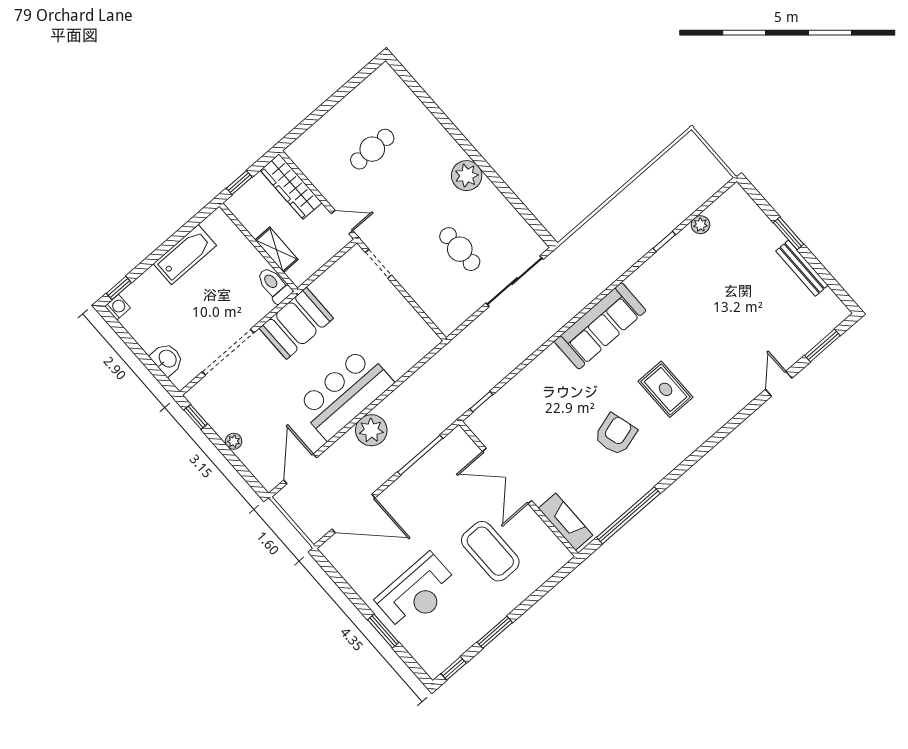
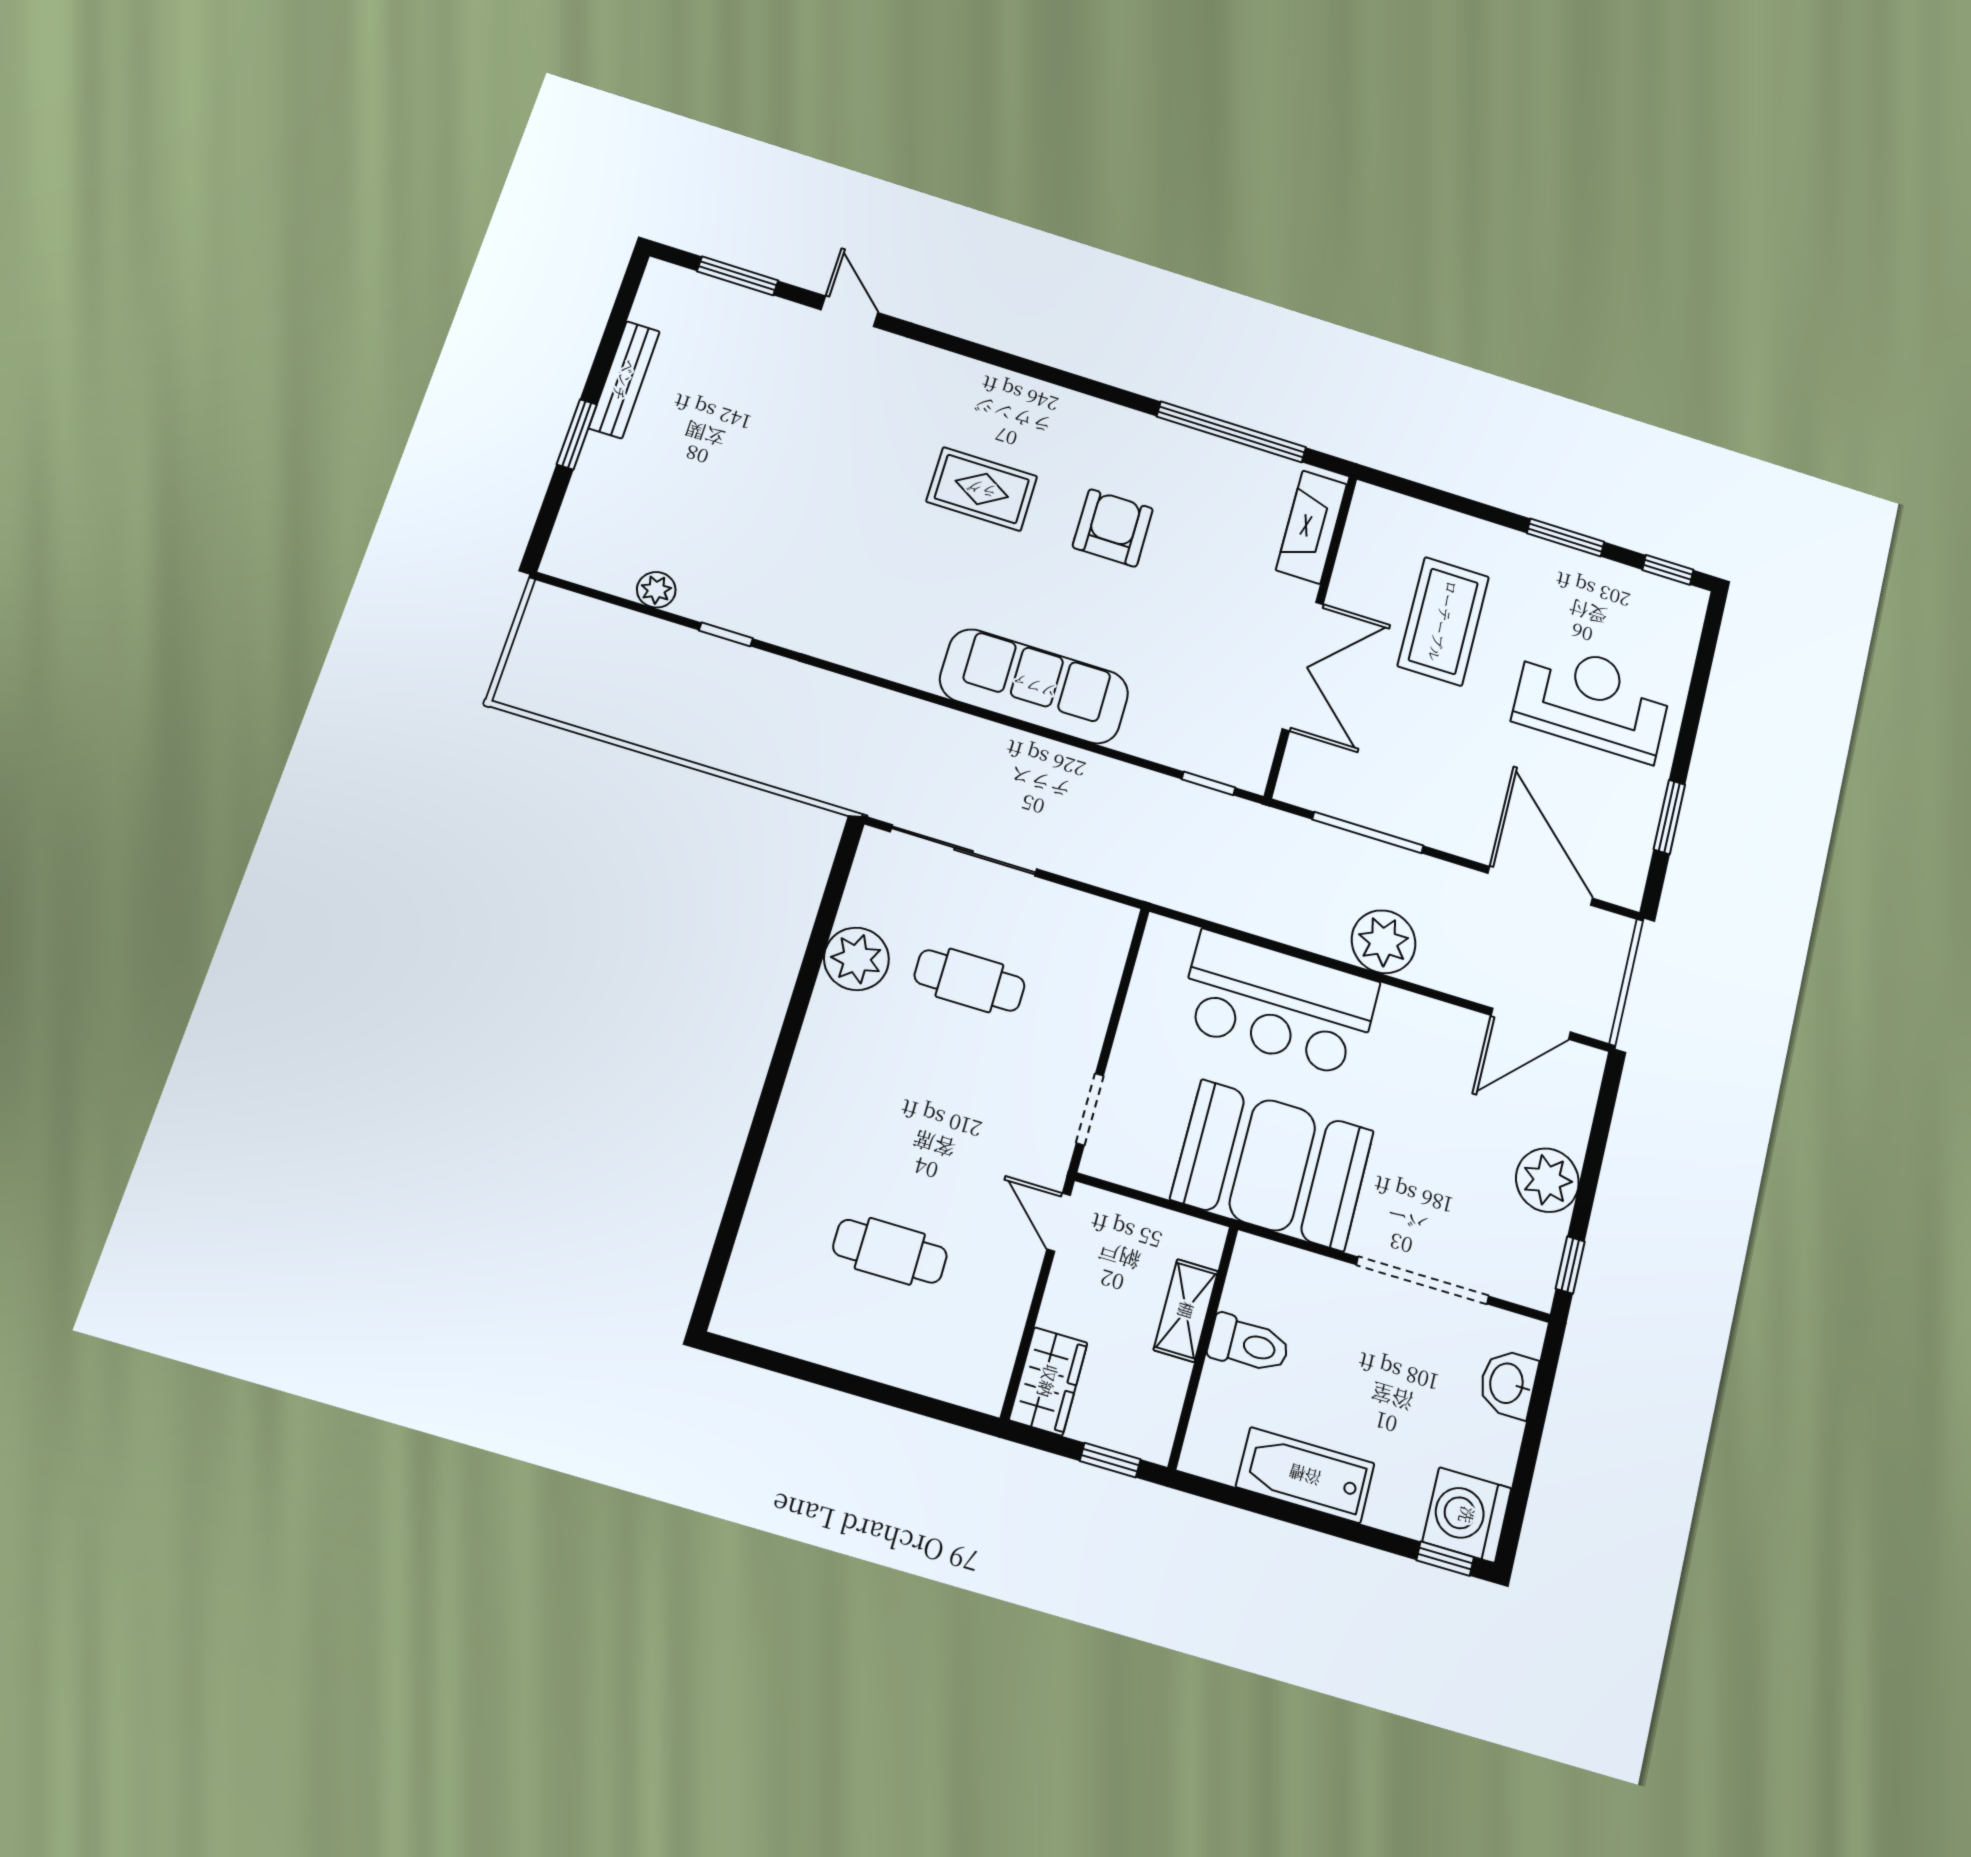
plant: (467, 176) -> (856, 959), moved
wardrobe: (291, 186) -> (1048, 1381), width x0.67
cafe table: (460, 249) -> (969, 980), turned 90
toilet: (274, 285) -> (1249, 1344), moved, turned -90
washing machine: (118, 307) -> (1467, 1515), width x1.89, depth x1.89
booth: (296, 323) -> (1272, 1165), width x1.36, depth x1.42
sofa: (600, 326) -> (1034, 686), moved
door: (779, 384) -> (850, 311), swing flipped
rug: (666, 389) -> (982, 489), turned 90
bar counter: (345, 394) -> (1279, 1004), moved
armchair: (616, 434) -> (1113, 528), turned 106
plant: (234, 441) -> (1547, 1180), width x1.88, depth x1.88
window: (383, 631) -> (1669, 817), moved

